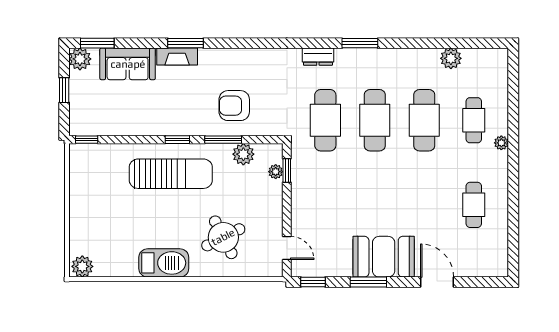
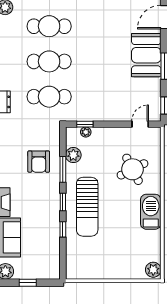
window: (87, 140) -> (63, 229), moved
sun lounger: (171, 174) -> (87, 207), turned 180

